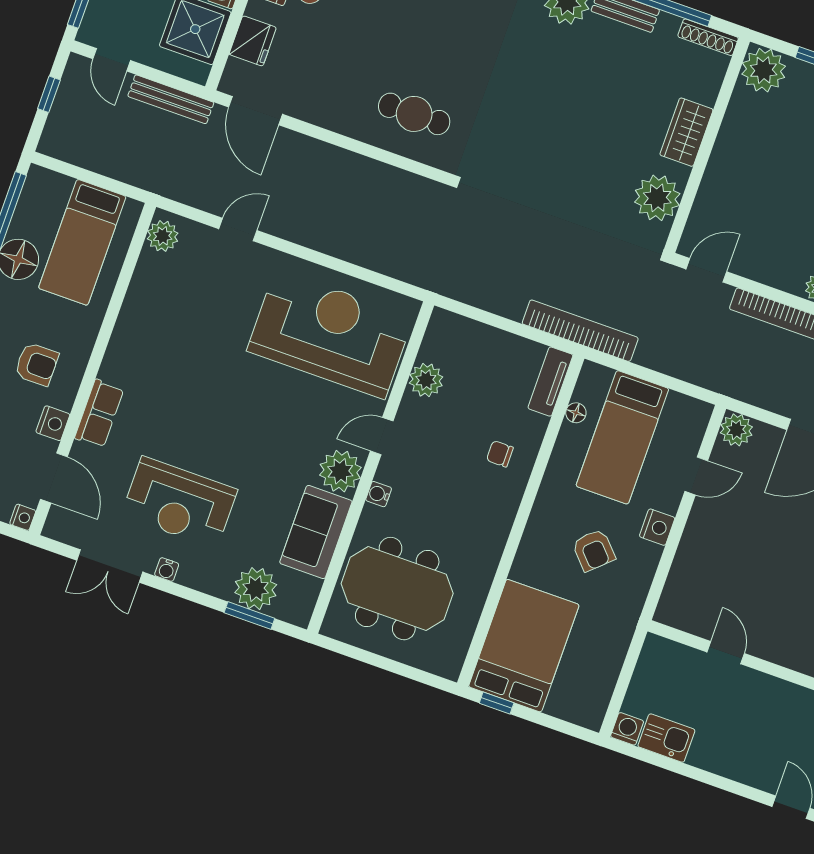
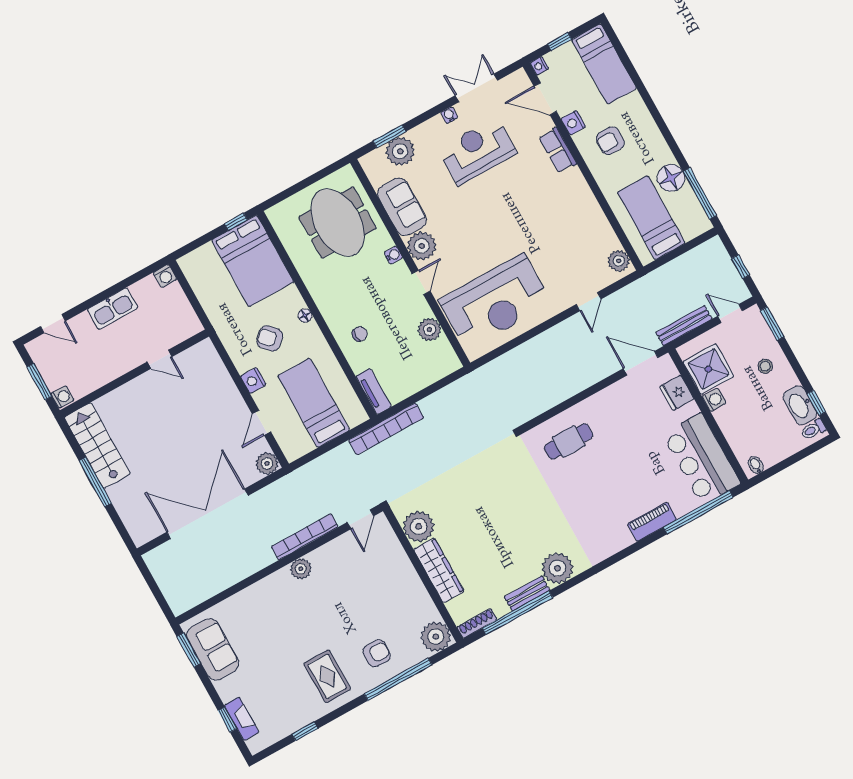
wardrobe: (686, 132) -> (439, 570), width x1.50
floor lamp: (576, 413) -> (305, 316), moved
meeting table: (397, 589) -> (338, 223), turned 90
kitchen sink: (666, 738) -> (113, 309), moved, width x1.38

